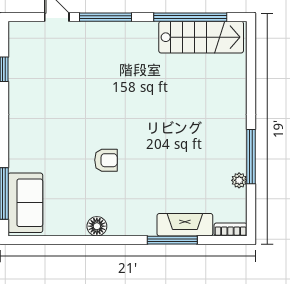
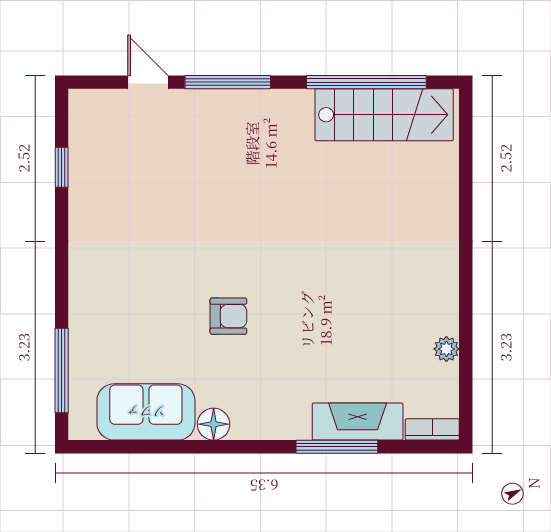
window: (251, 157) -> (466, 310), removed
sofa: (25, 203) -> (146, 412), moved, turned -90

